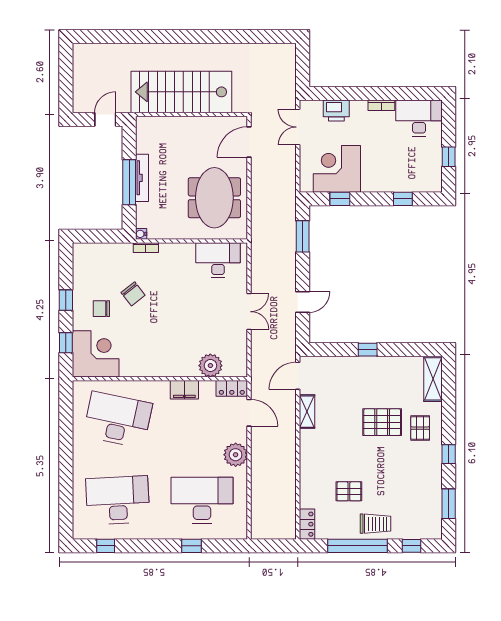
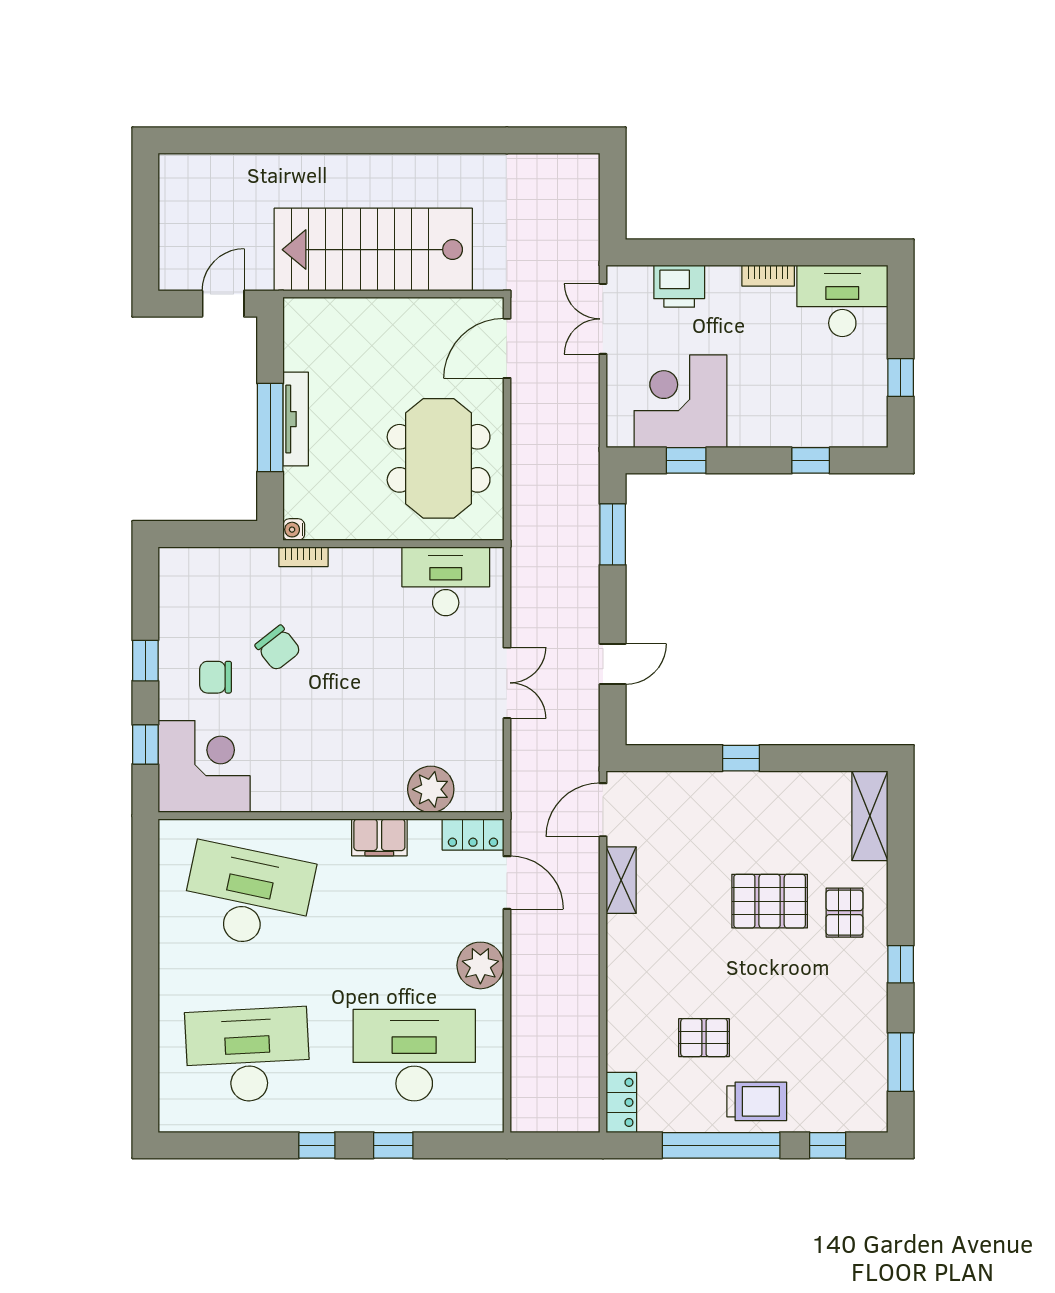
window: (106, 546) -> (317, 1145), moved

